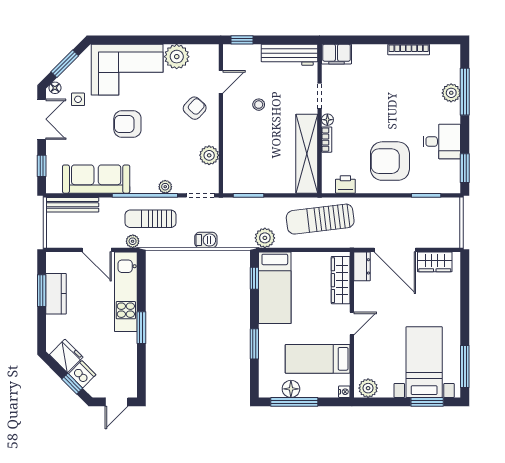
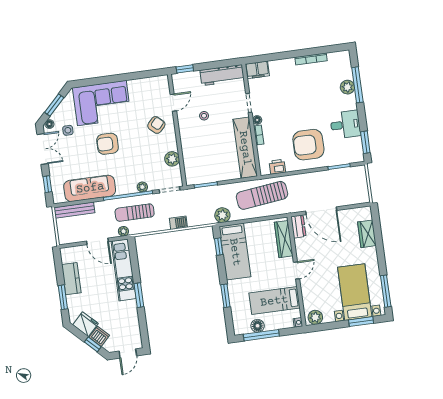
plant: (177, 57) -> (138, 88), removed
wardrobe: (435, 262) -> (367, 234), moved, turned 90
window: (42, 291) -> (63, 297), moved

